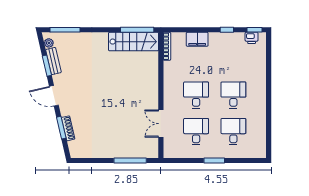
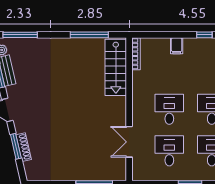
window: (137, 30) -> (89, 35), moved
filing cabinet: (197, 39) -> (177, 46), width x0.50
stairs: (134, 42) -> (116, 67), moved, turned 90

